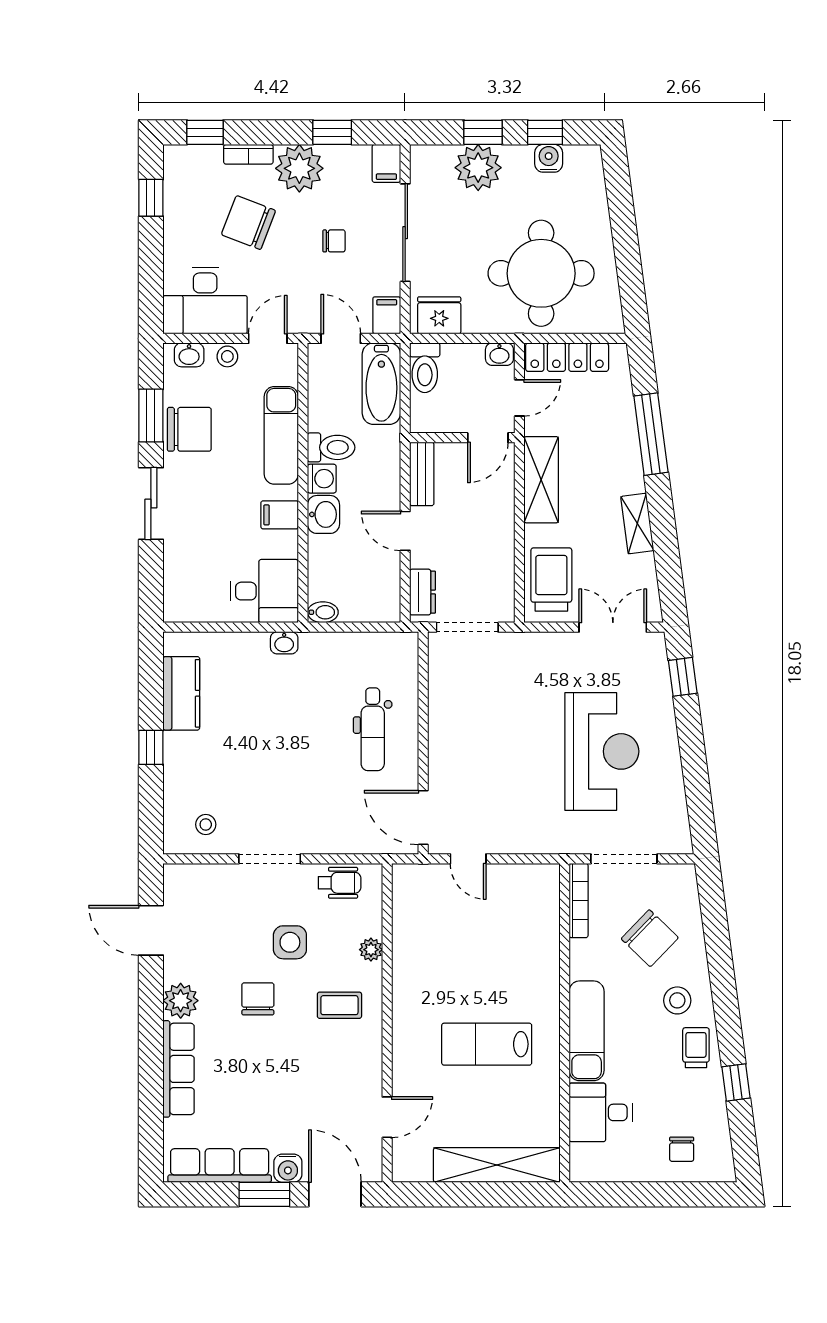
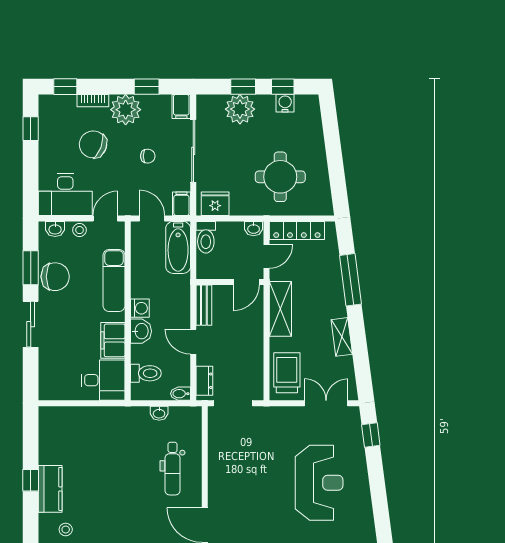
round table: (541, 273) -> (280, 177), width x0.73, depth x0.73
toilet: (331, 447) -> (146, 373), moved
filing cabinet: (280, 515) -> (113, 340), width x2.00
bidet: (323, 612) -> (181, 394), moved, turned 180
washbasin: (284, 643) -> (159, 413), moved
kitchen counter: (181, 693) -> (50, 489), moved

